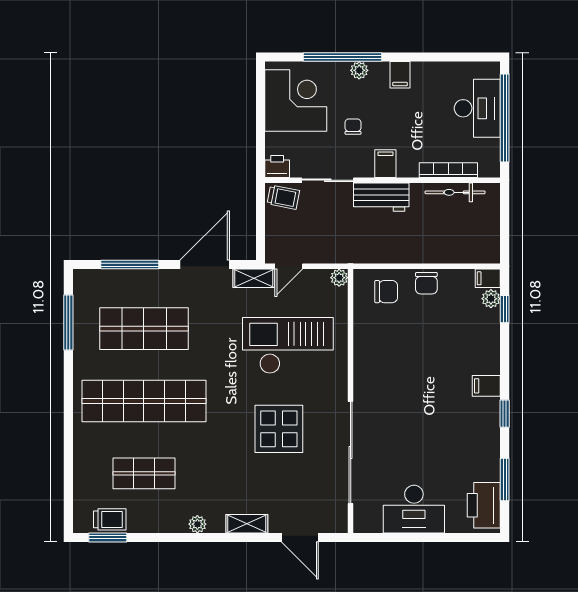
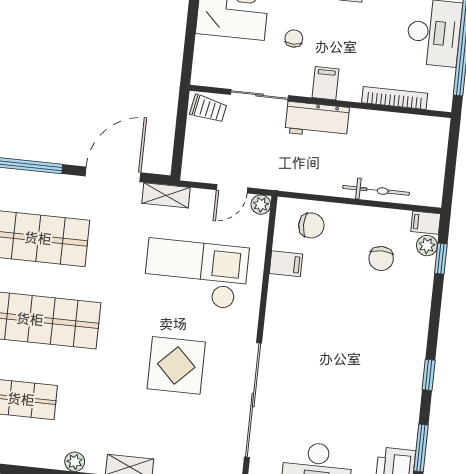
printer: (277, 166) -> (205, 74), removed
bicycle: (455, 192) -> (376, 190), moved, turned 180
door: (289, 266) -> (232, 189), moved
chair: (426, 283) -> (381, 259), moved
filing cabinet: (486, 386) -> (286, 264), moved, turned 180

